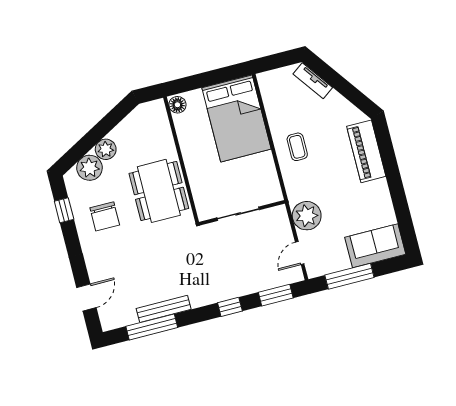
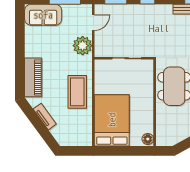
tv unit: (313, 81) -> (45, 117), moved
coffee table: (297, 147) -> (77, 92), width x1.86, depth x1.72

